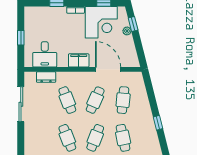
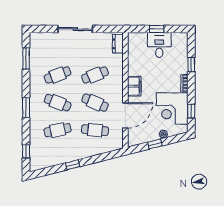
window: (133, 24) -> (155, 144), moved
desk: (45, 54) -> (159, 45), moved, turned 90
dresser: (46, 77) -> (118, 44), moved
sliding door: (21, 104) -> (75, 29), moved

